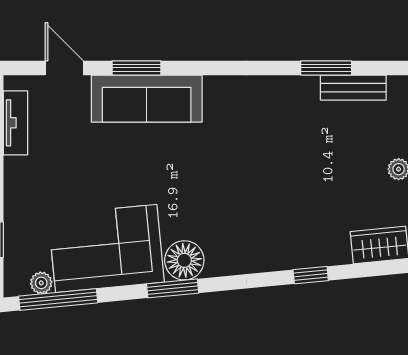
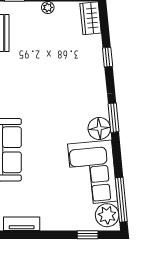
plant: (41, 283) -> (107, 215), width x1.87, depth x1.87
window: (173, 288) -> (113, 118), moved

